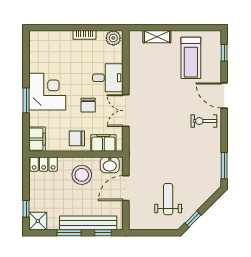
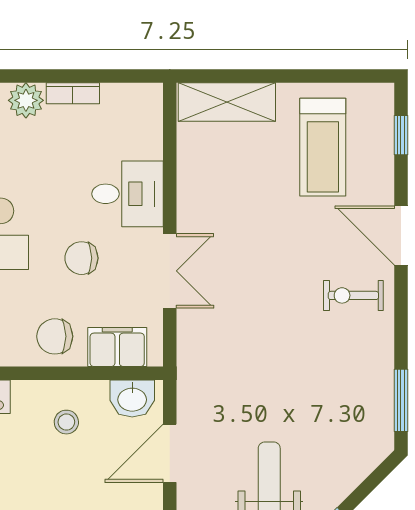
shelving: (157, 37) -> (227, 102), width x1.50, depth x1.33
plant: (113, 38) -> (26, 100), moved
chair: (88, 105) -> (81, 258), turned 90
double door: (126, 111) -> (170, 271), swing flipped
stool: (82, 175) -> (66, 422), width x0.53, depth x0.53

